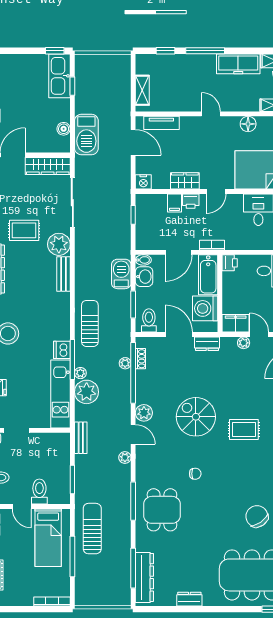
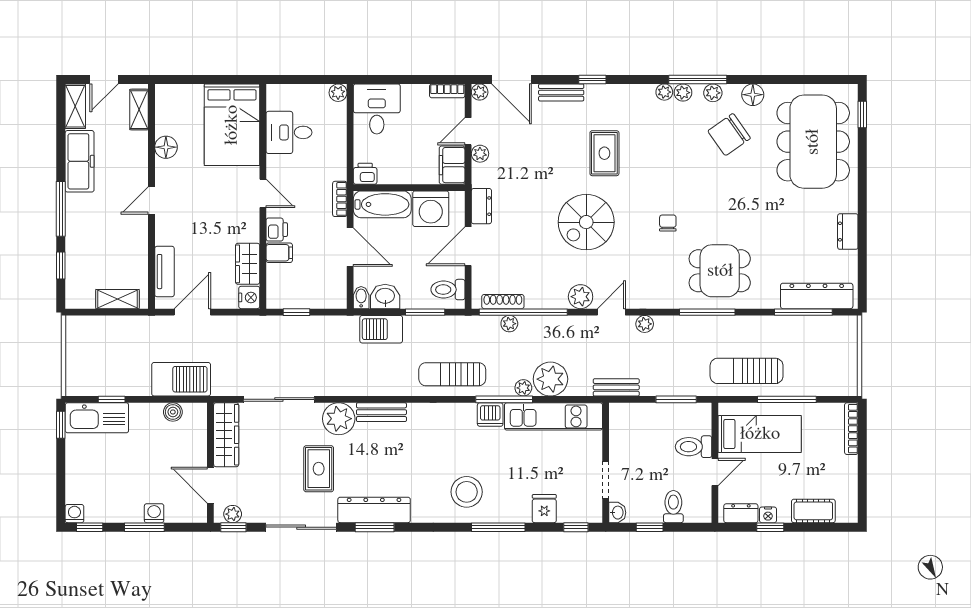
wardrobe: (185, 181) -> (248, 264), moved
shoe rack: (140, 359) -> (503, 302), width x1.43

